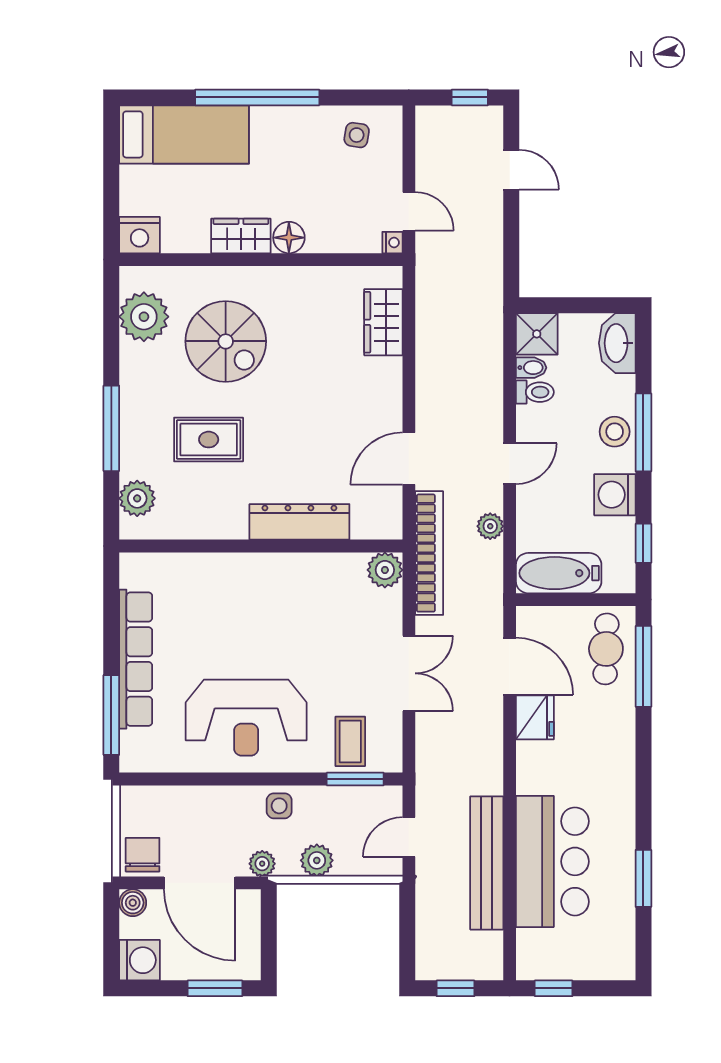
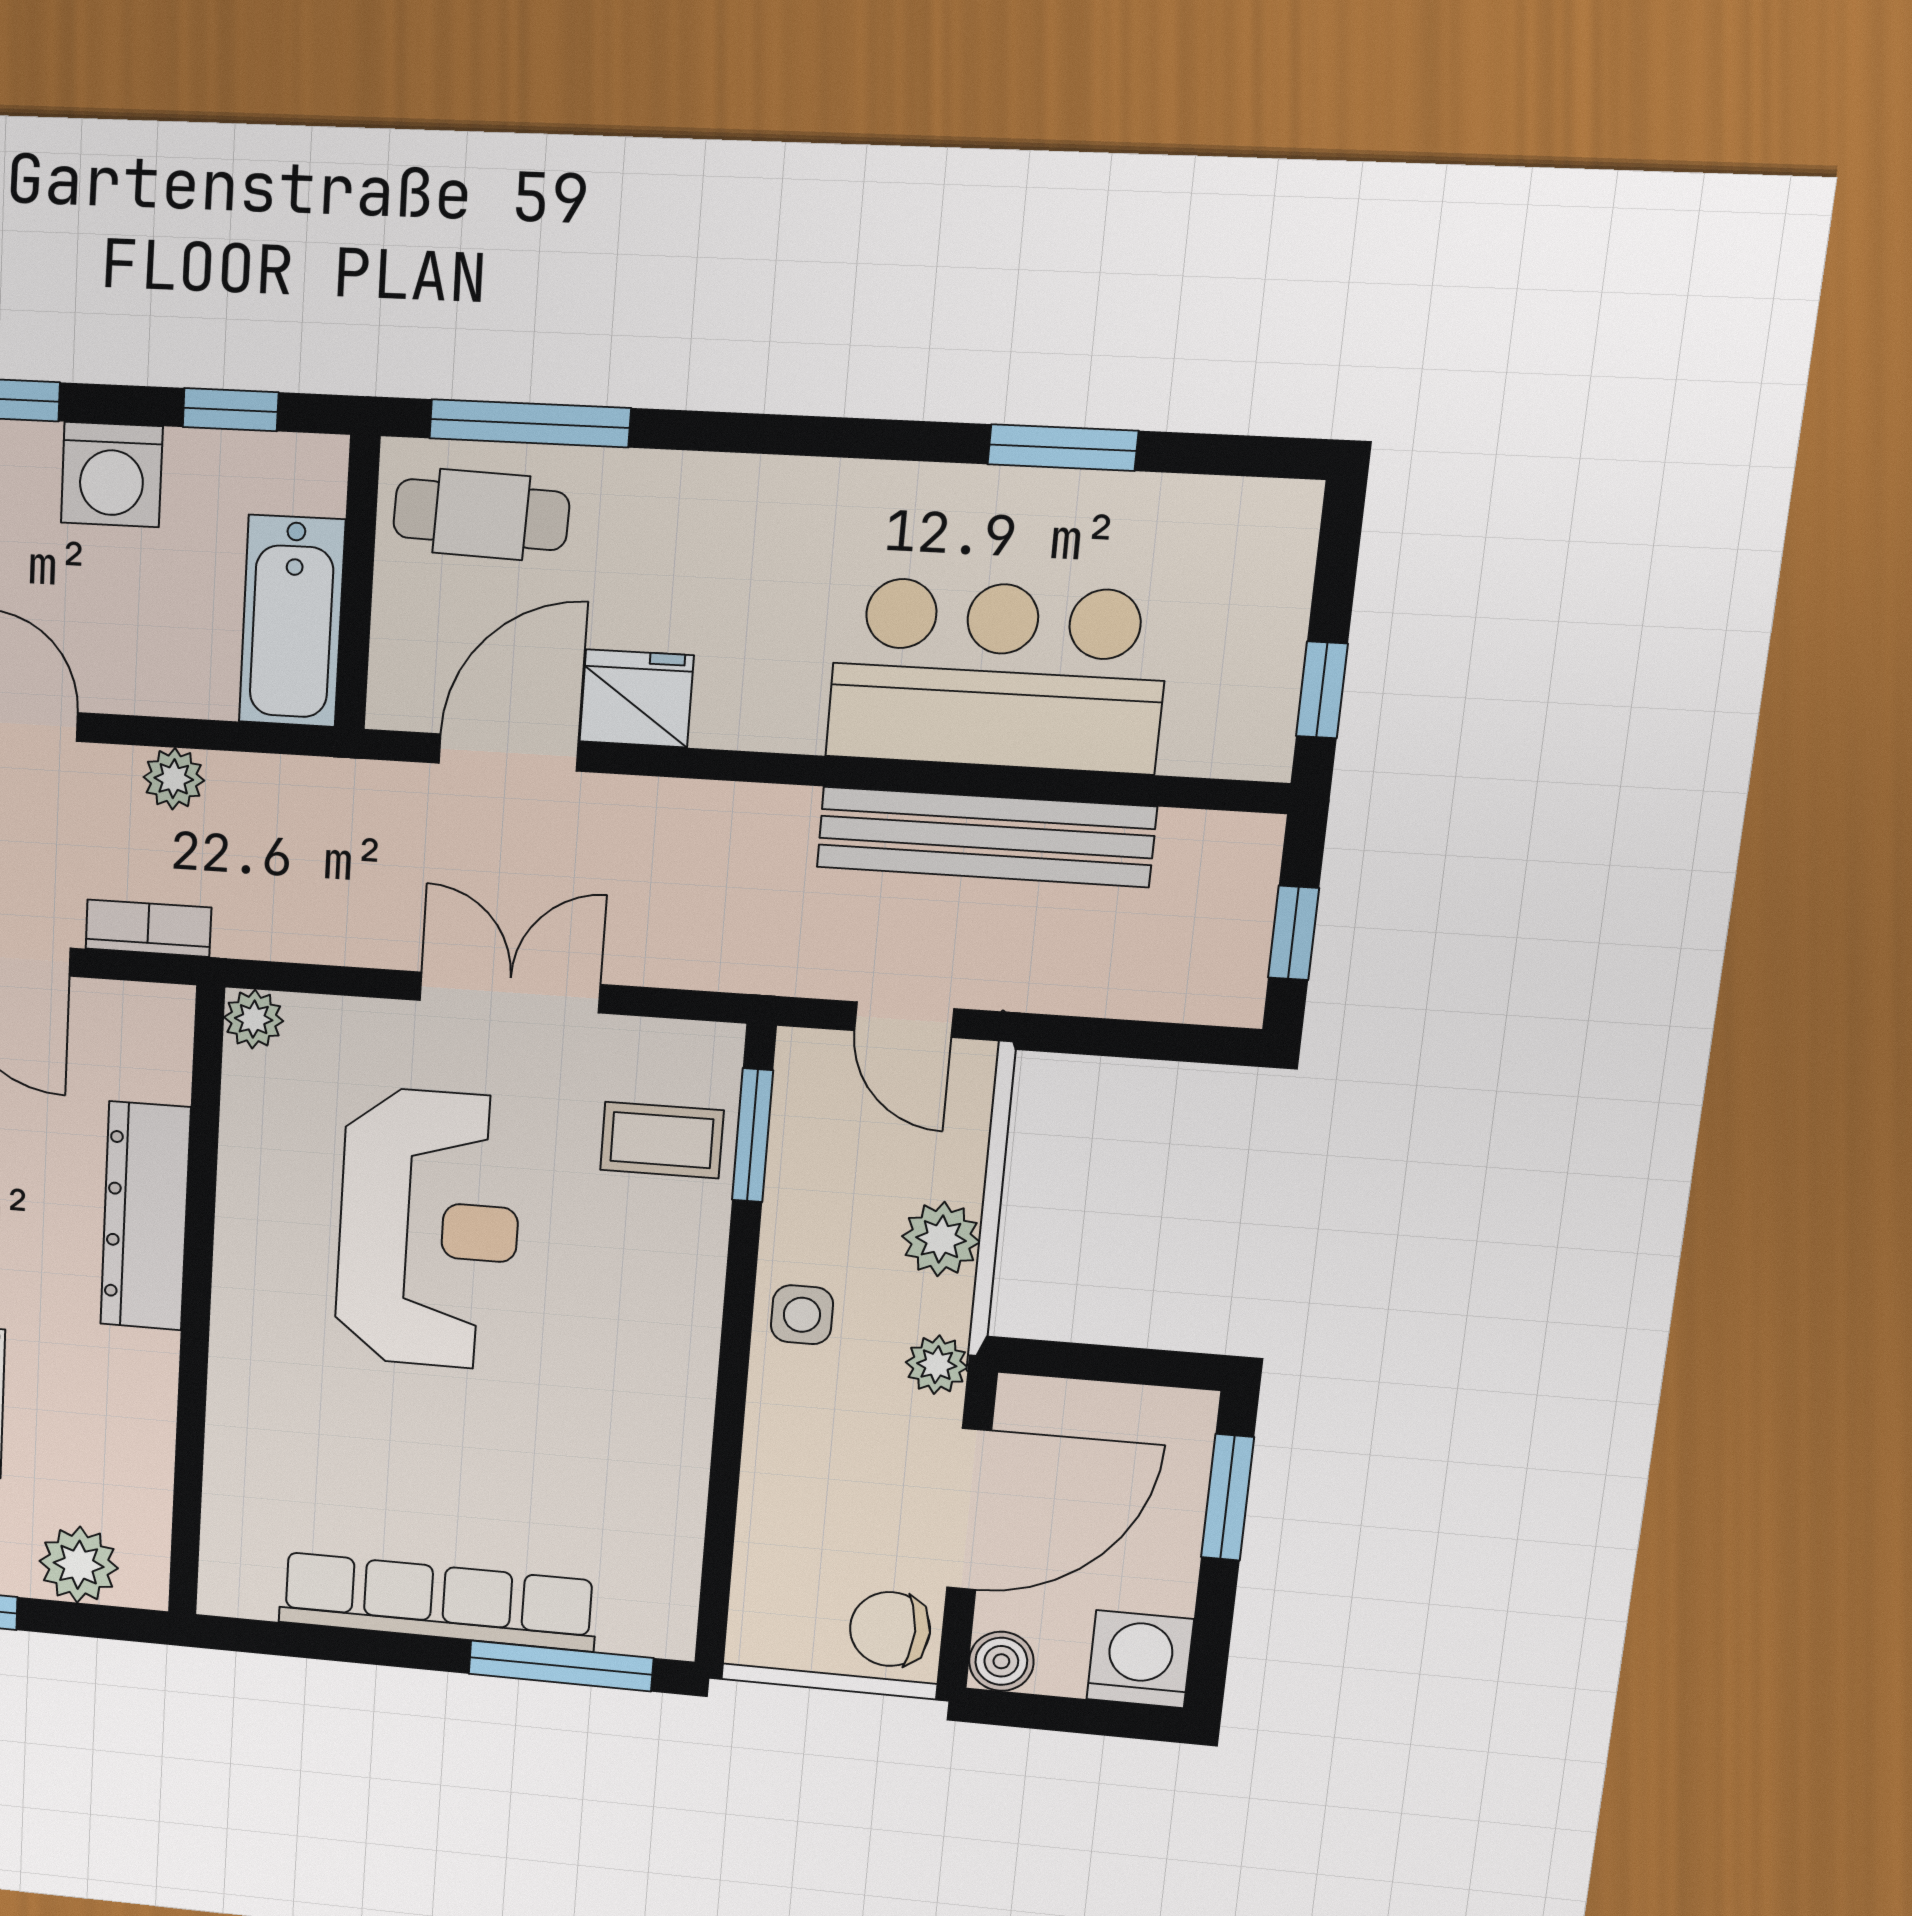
bookcase: (429, 553) -> (148, 928), width x0.43, depth x0.76
plant: (385, 570) -> (254, 1019), width x0.73, depth x0.73
reception desk: (246, 718) -> (428, 1229), moved

